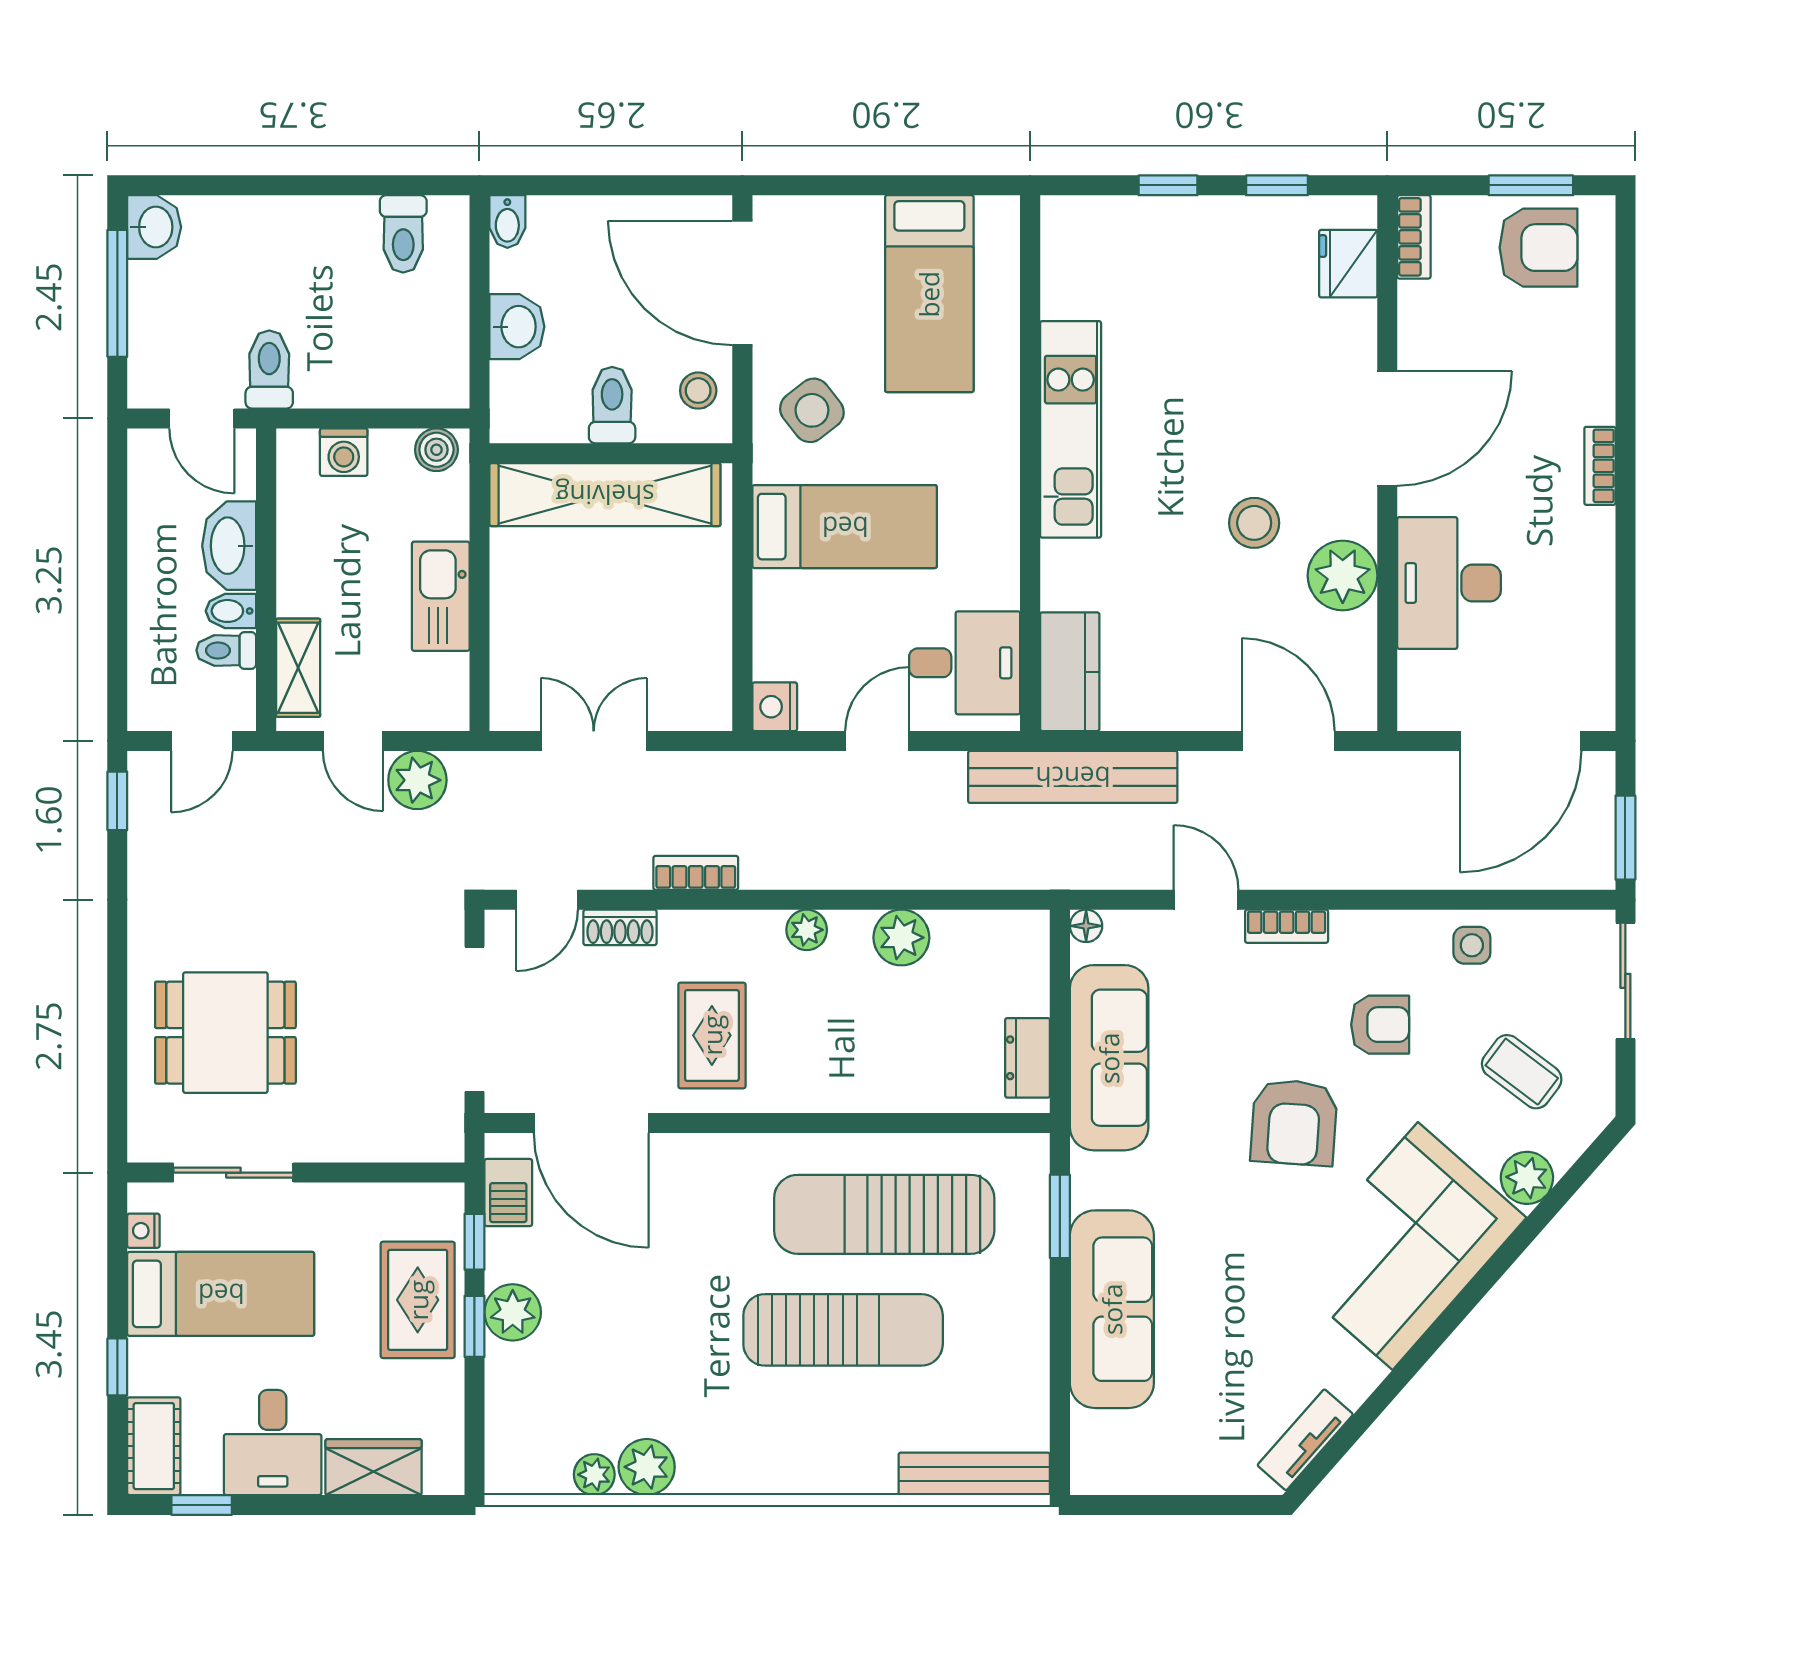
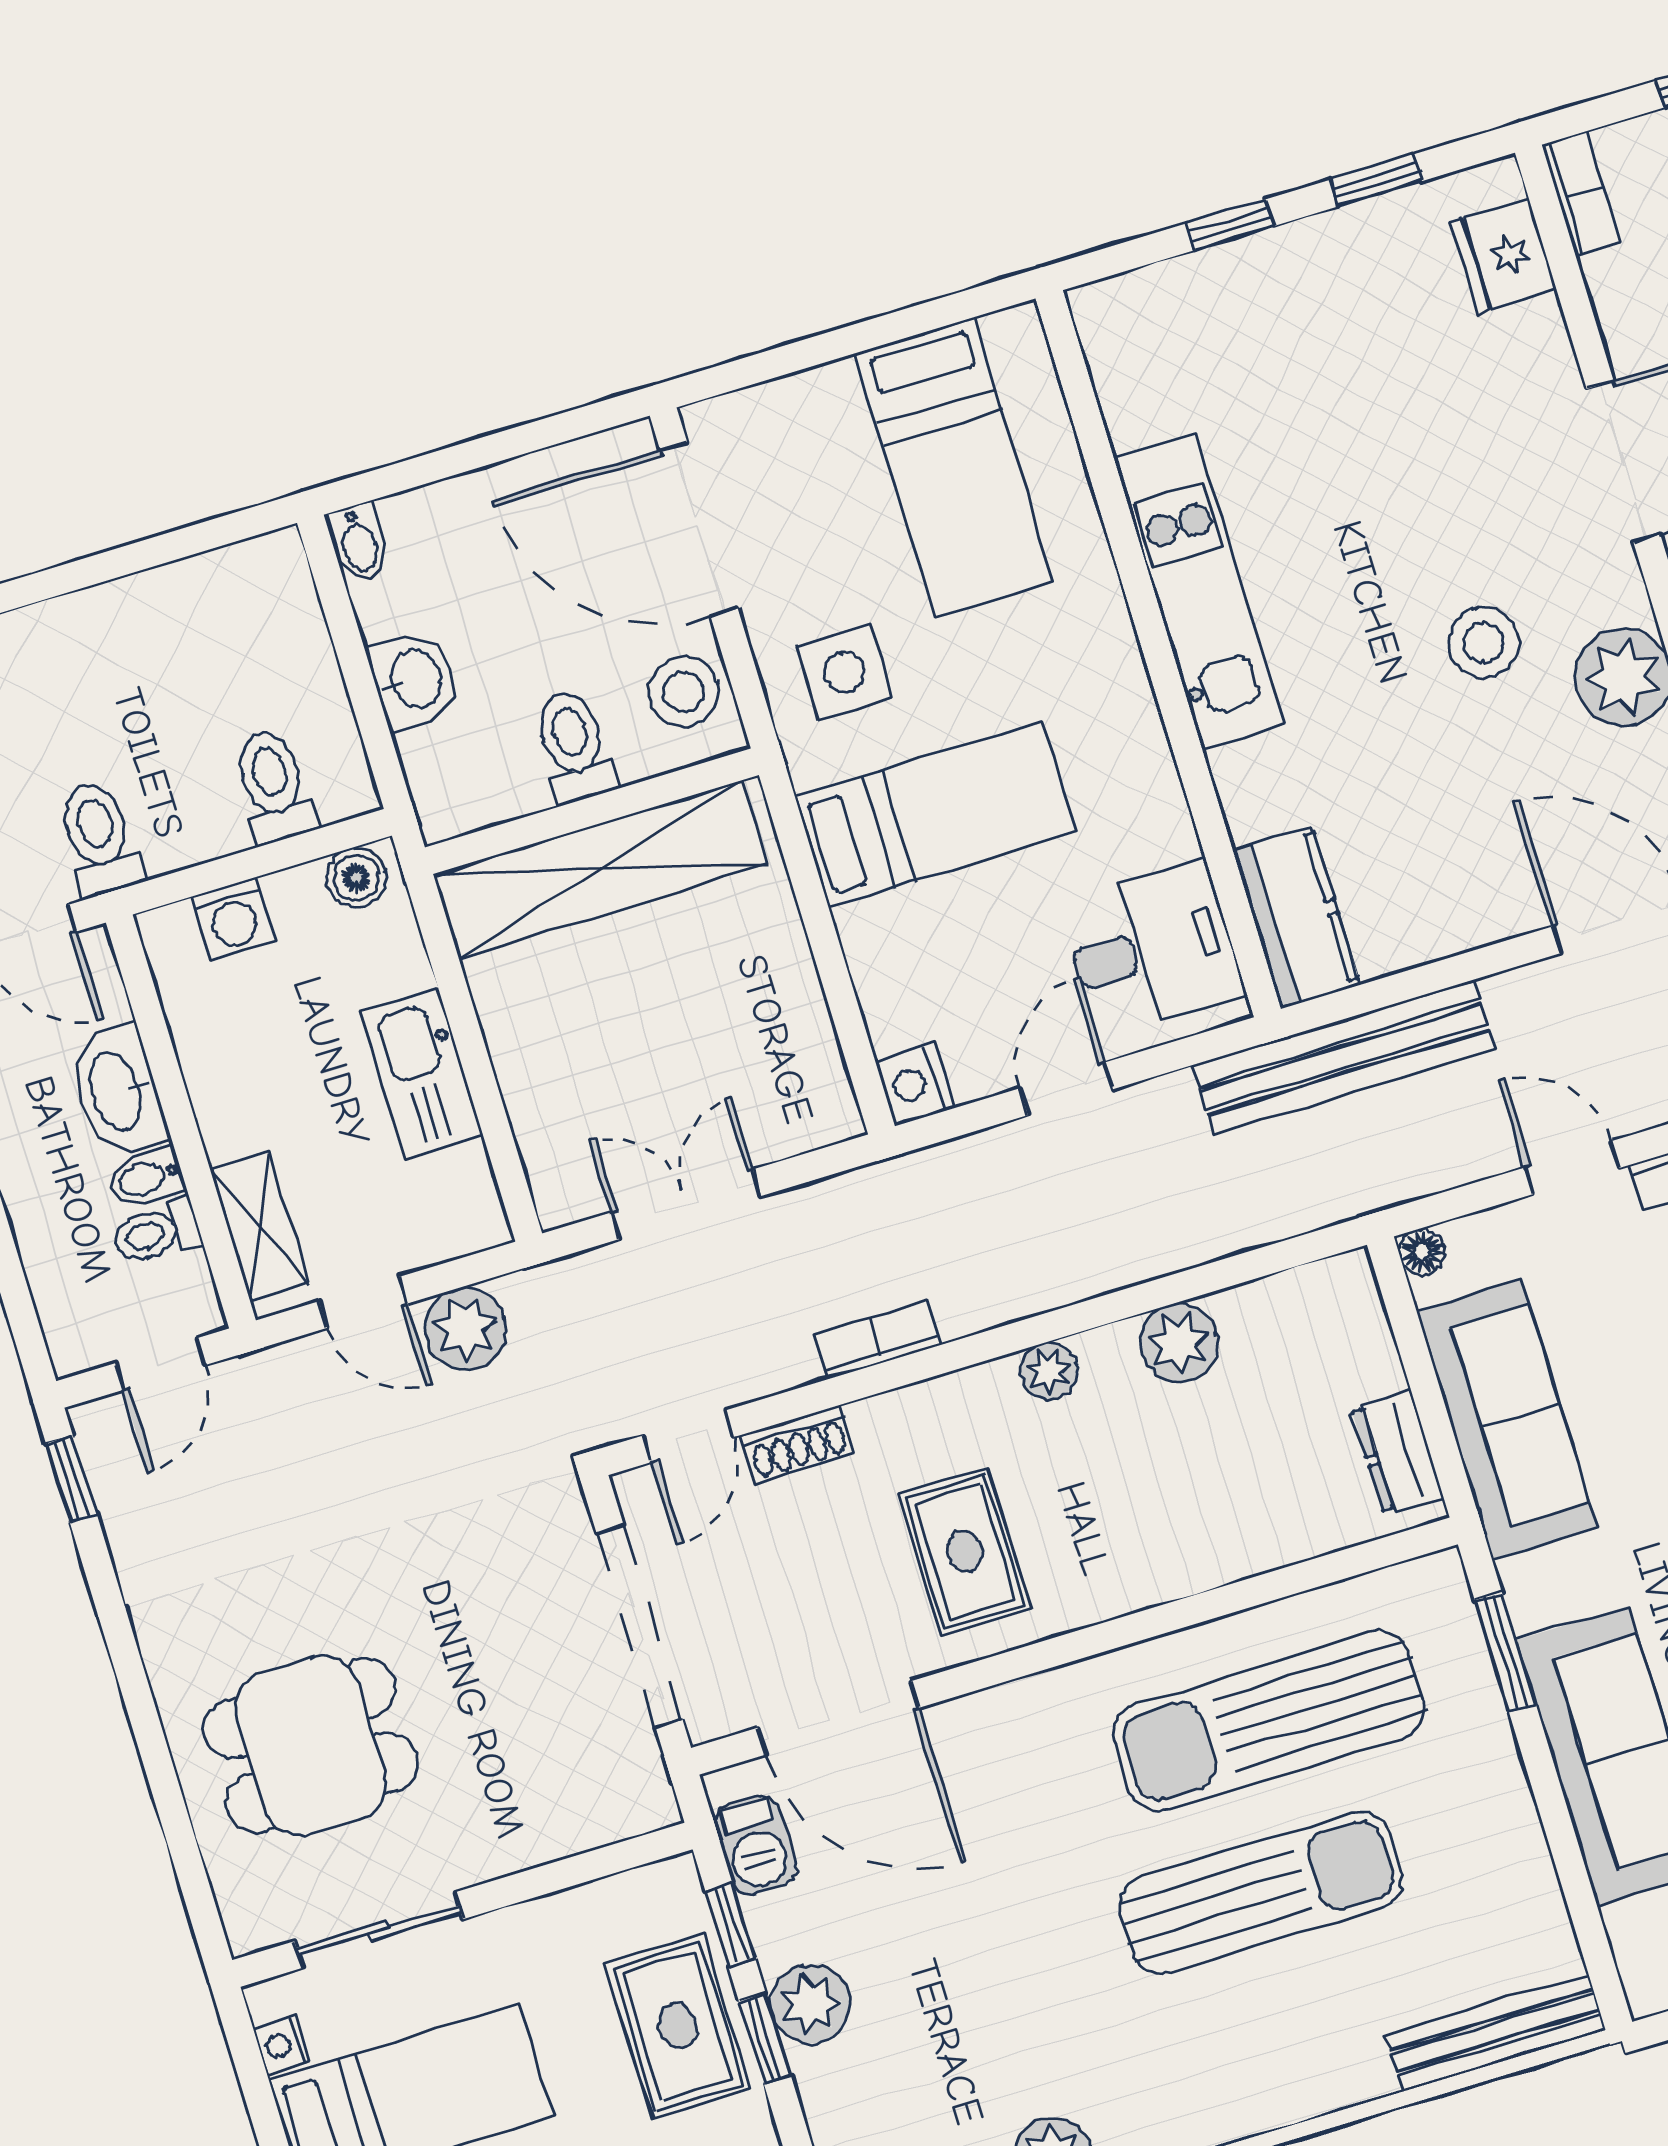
toilet: (403, 234) -> (274, 786), moved, turned 180
stool: (698, 391) -> (683, 692), width x1.37, depth x1.37
side table: (812, 410) -> (844, 672), turned 38

